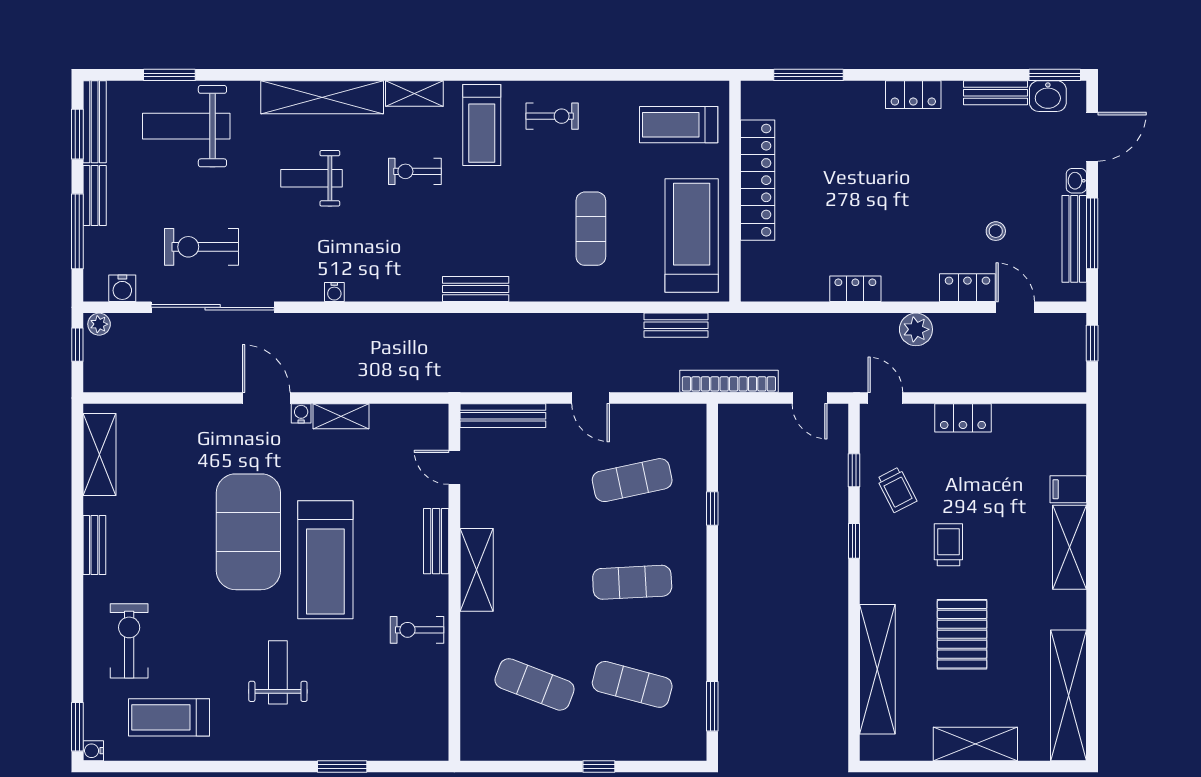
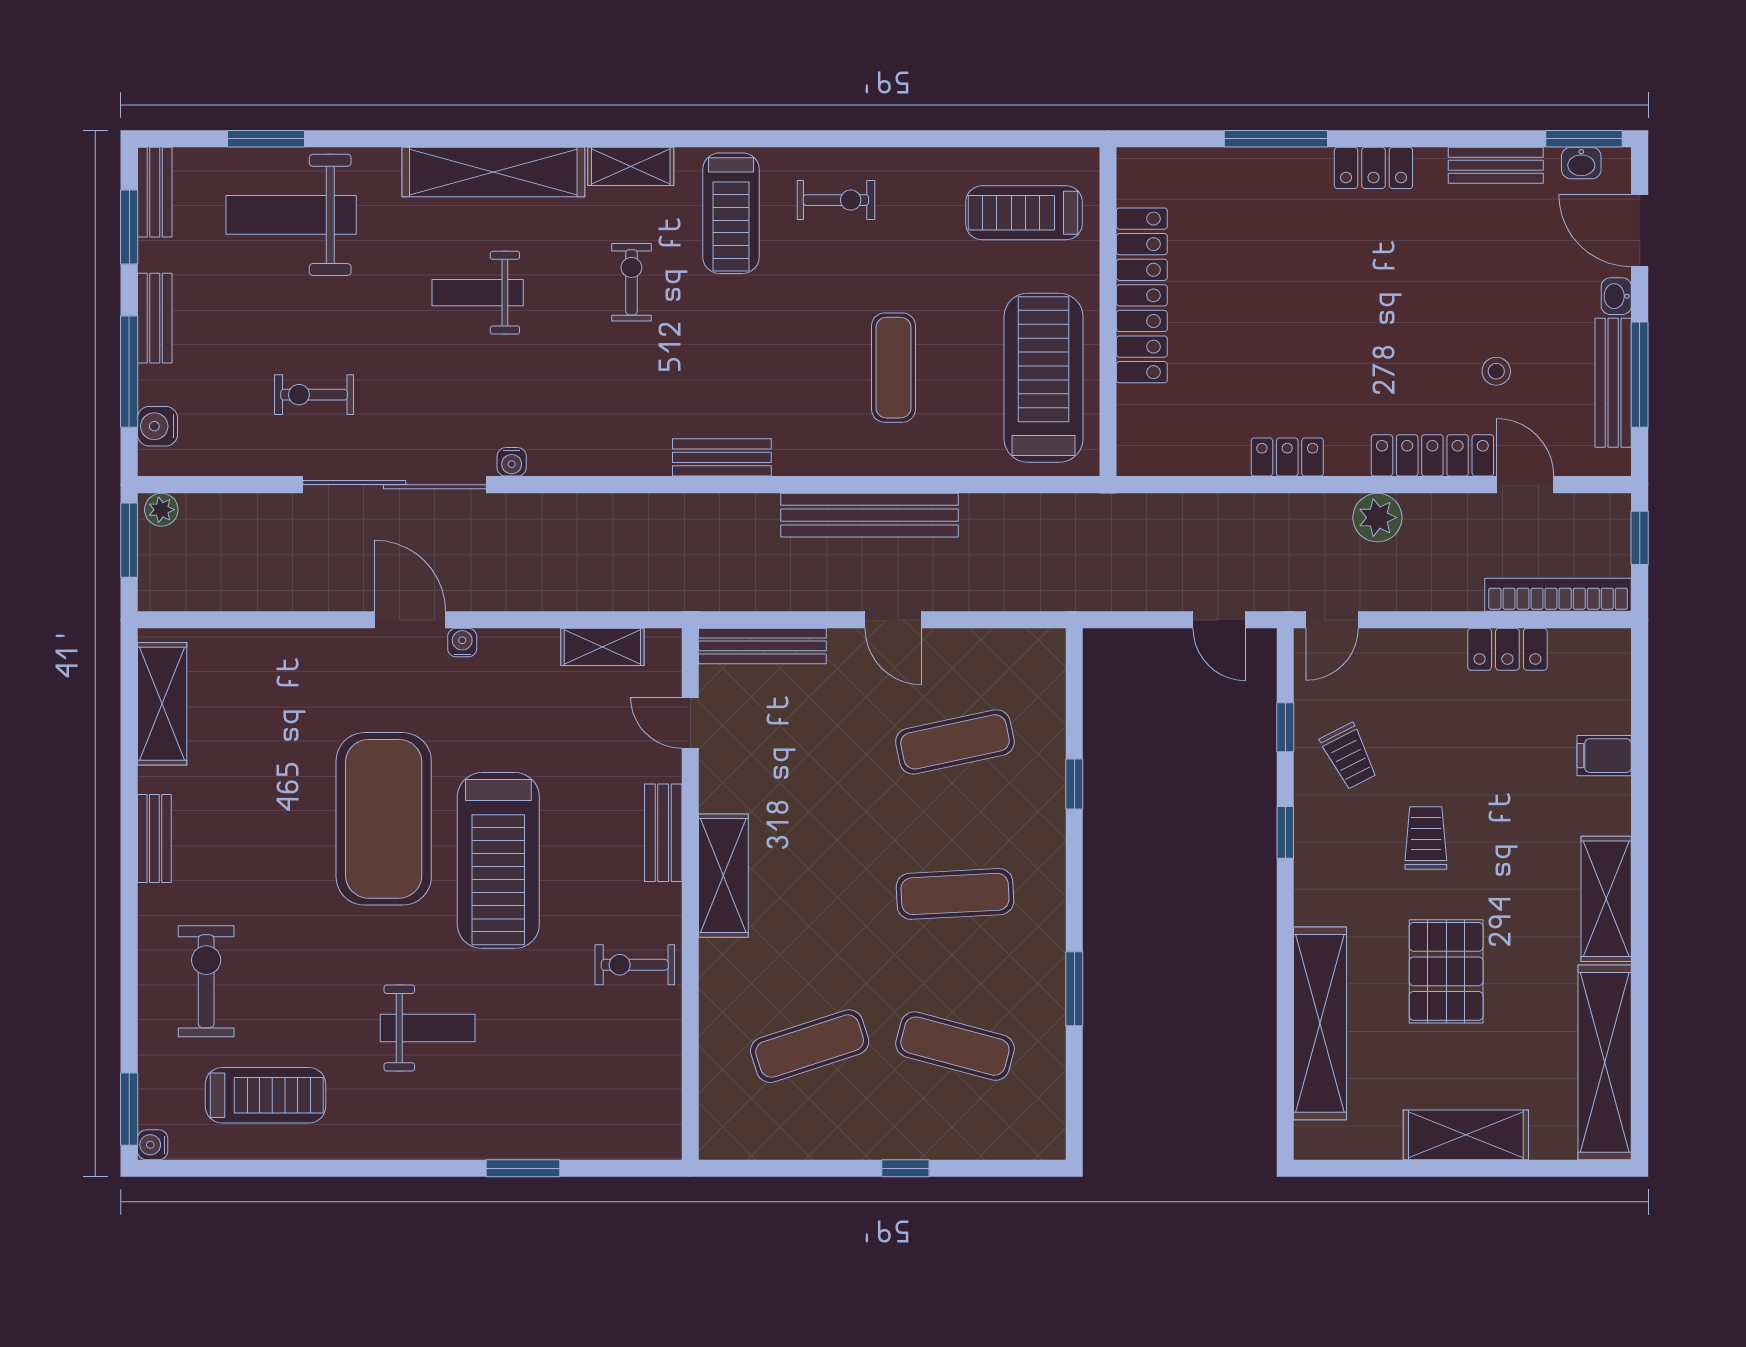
window: (808, 75) -> (1276, 139), moved
washbasin: (1048, 96) -> (1581, 163), width x0.72, depth x0.69
bench: (95, 122) -> (155, 192), width x0.73
door: (1092, 137) -> (1640, 231), swing flipped
exercise bike: (415, 171) -> (631, 282), turned 90
exercise bike: (202, 247) -> (314, 395), width x0.73, depth x0.72
water cooler: (122, 288) -> (157, 426), moved, turned 90
locker: (967, 288) -> (1432, 455), width x1.53
sliding door: (213, 307) -> (395, 485), moved
bench: (676, 325) -> (870, 515), moved, width x1.86, depth x1.21
window: (77, 345) -> (129, 540), width x1.50
bookcase: (729, 381) -> (1558, 595), moved
door: (885, 398) -> (1332, 620), swing flipped
shelving: (341, 416) -> (602, 647), moved
locker: (963, 418) -> (1507, 649), moved
shelving: (1070, 547) -> (1606, 899), moved
weight bench: (278, 672) -> (428, 1028), turned 90
exercise mat: (535, 684) -> (810, 1046), turned -39
window: (712, 706) -> (1074, 989), moved
treadmill: (169, 717) -> (266, 1095), turned 180

